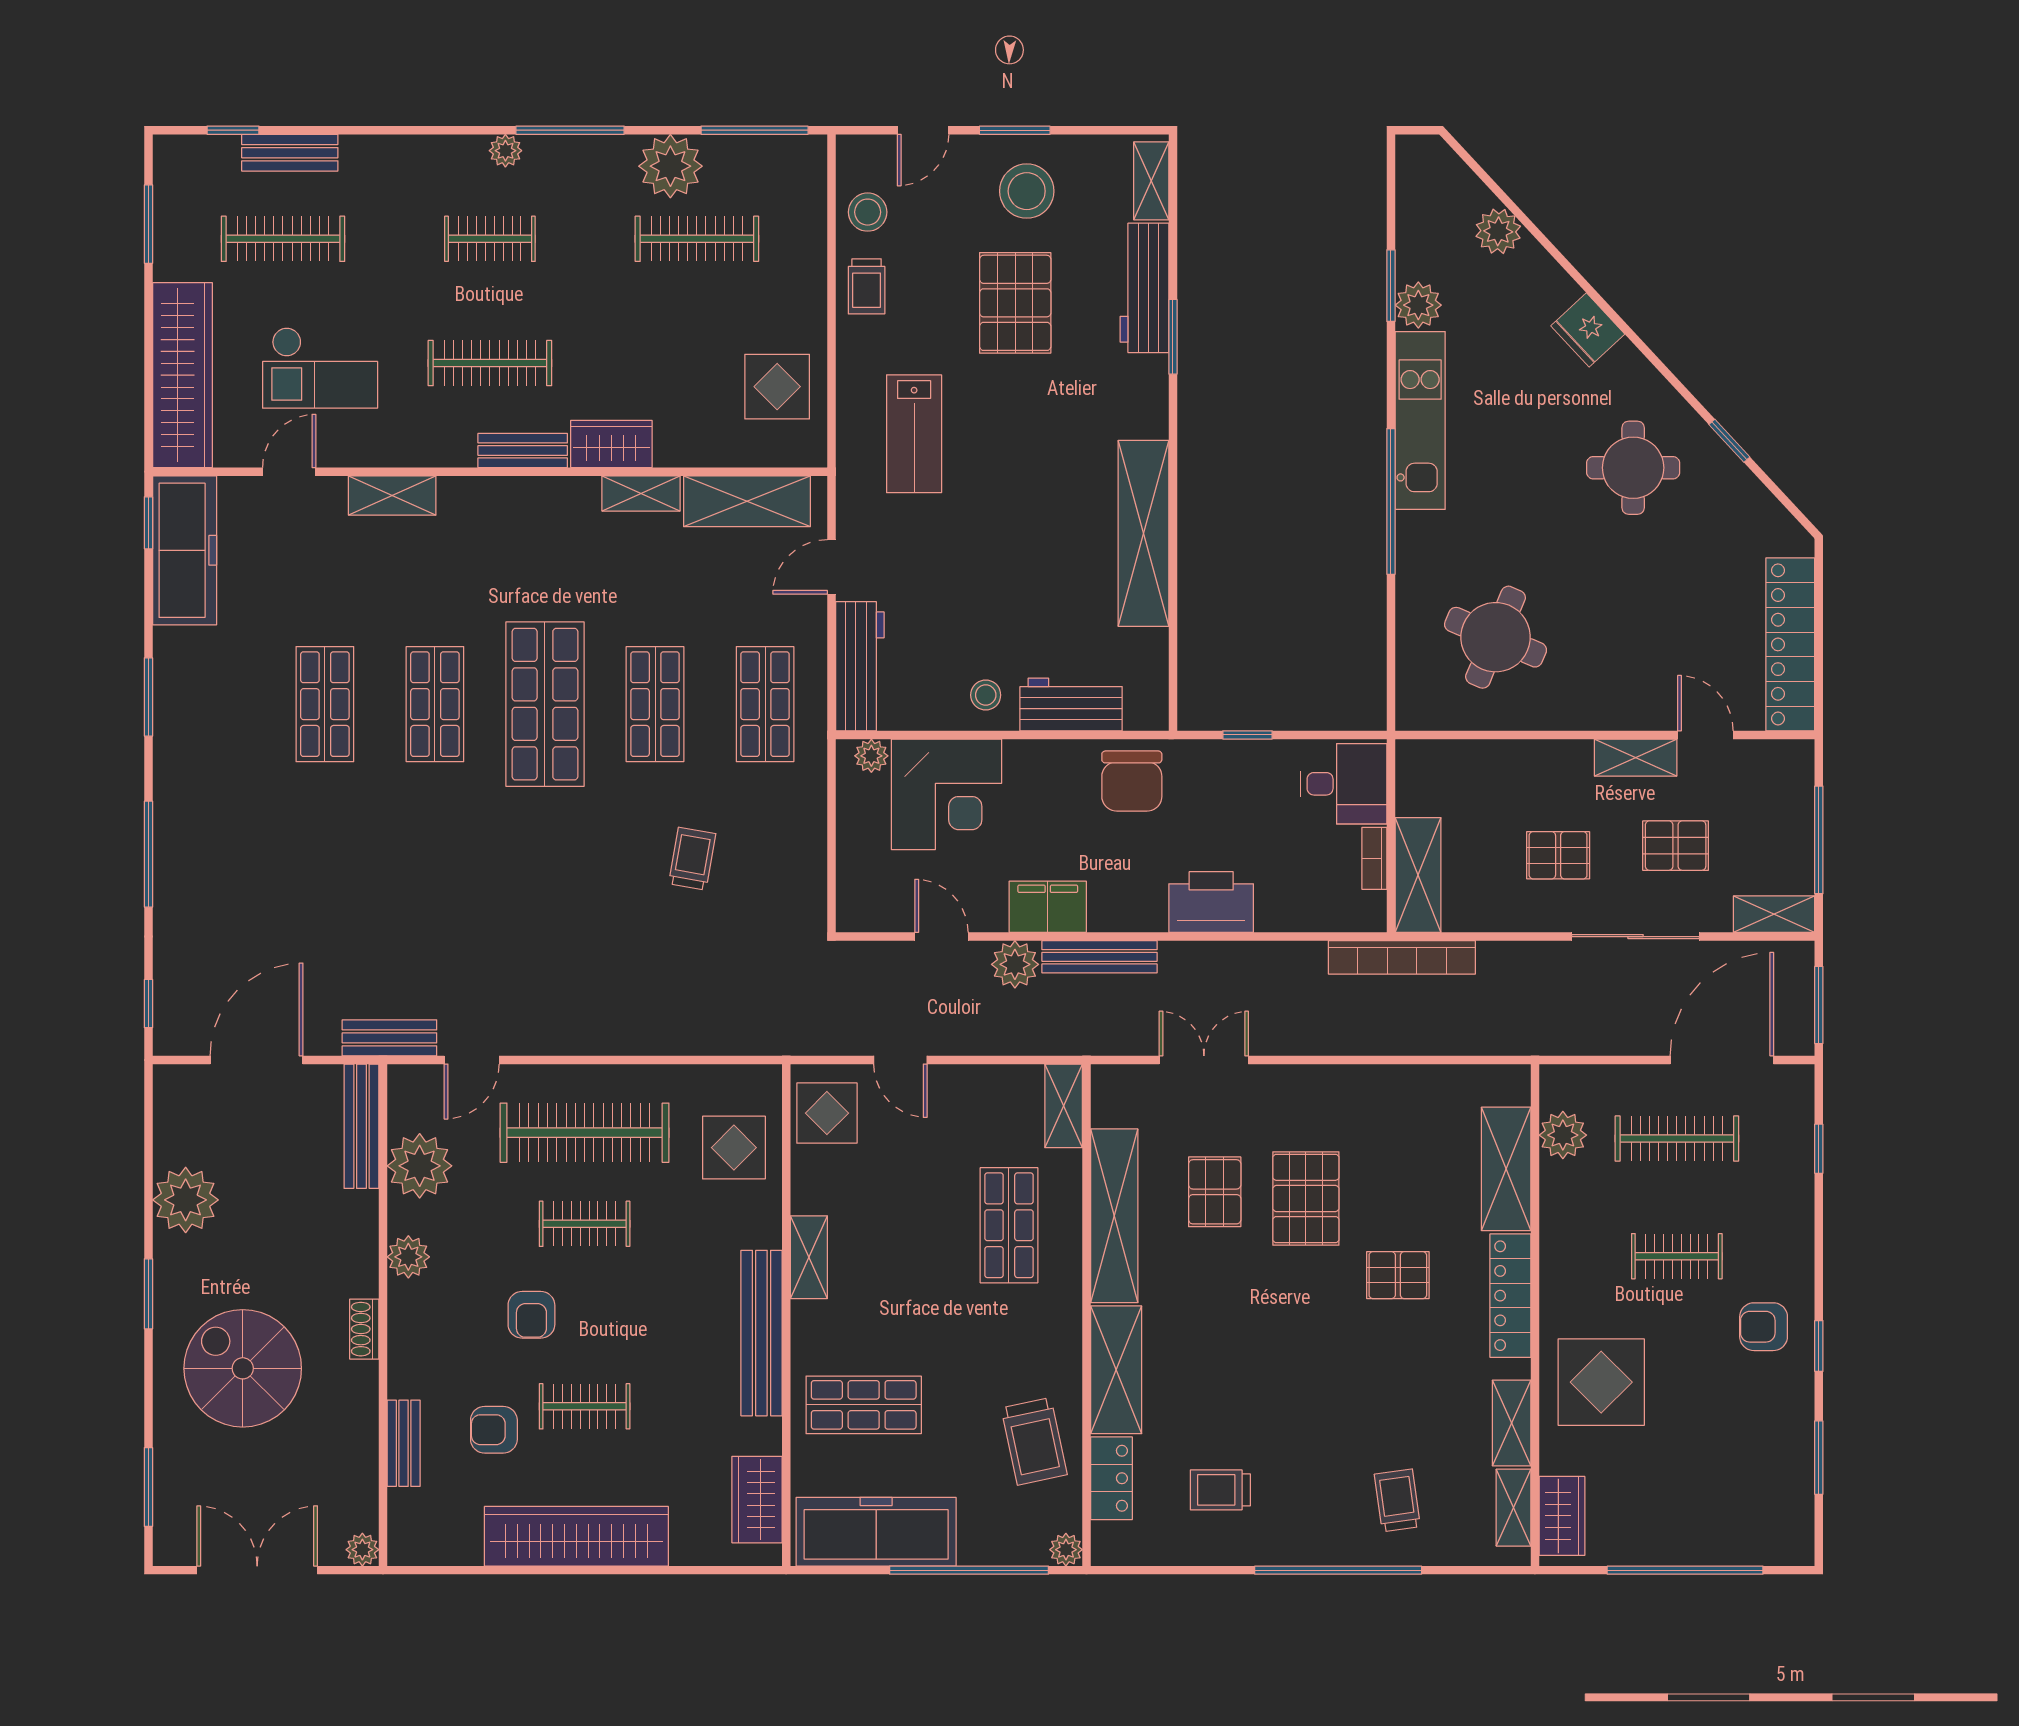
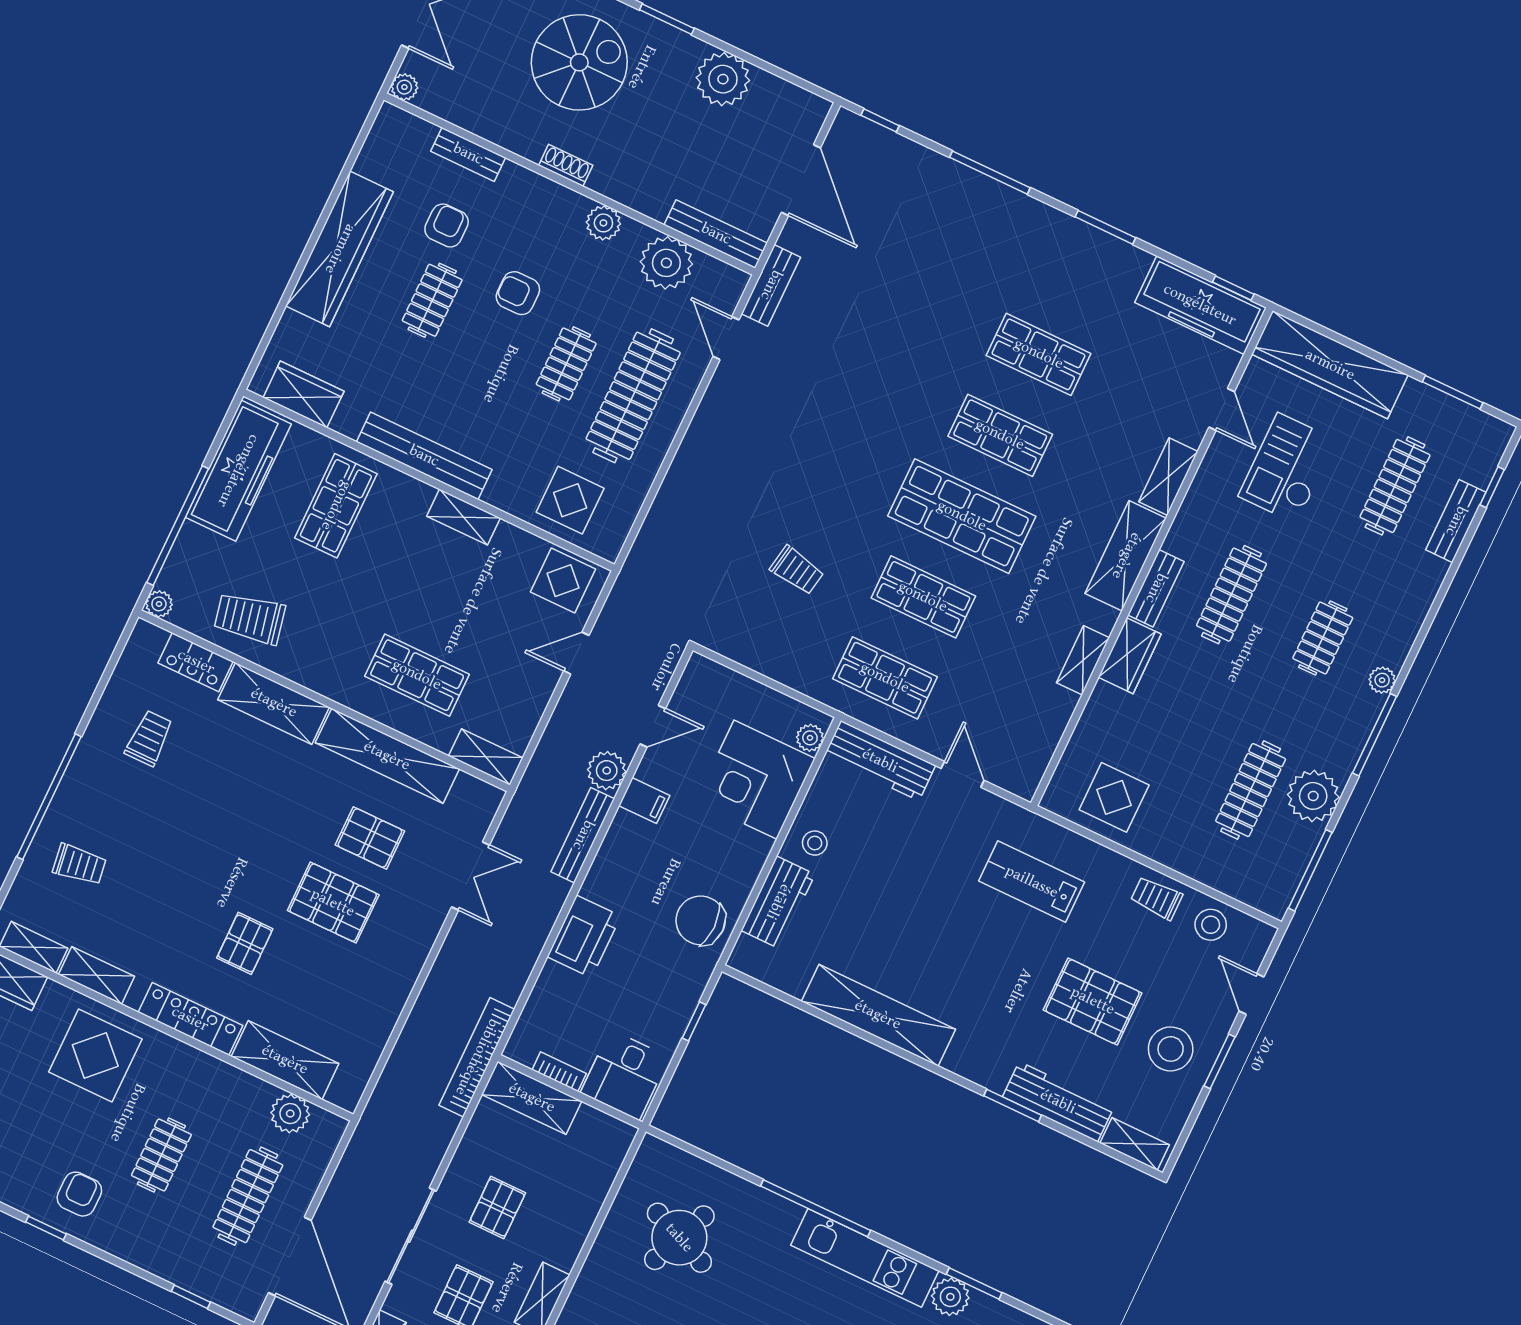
shelving: (747, 501) -> (1126, 556), moved
filing cabinet: (1048, 907) -> (644, 801), width x0.50

